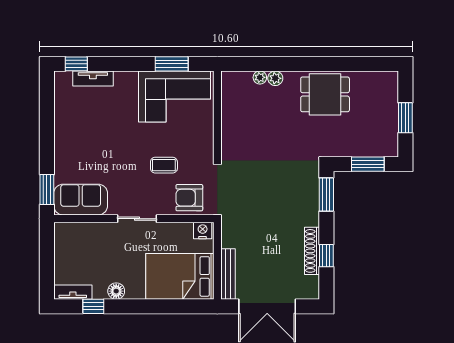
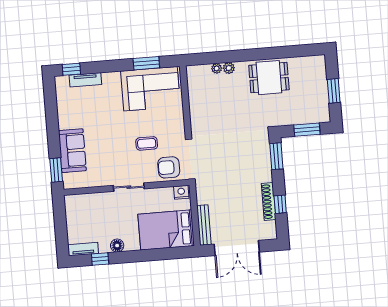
sofa: (81, 200) -> (72, 151), moved, turned 90

